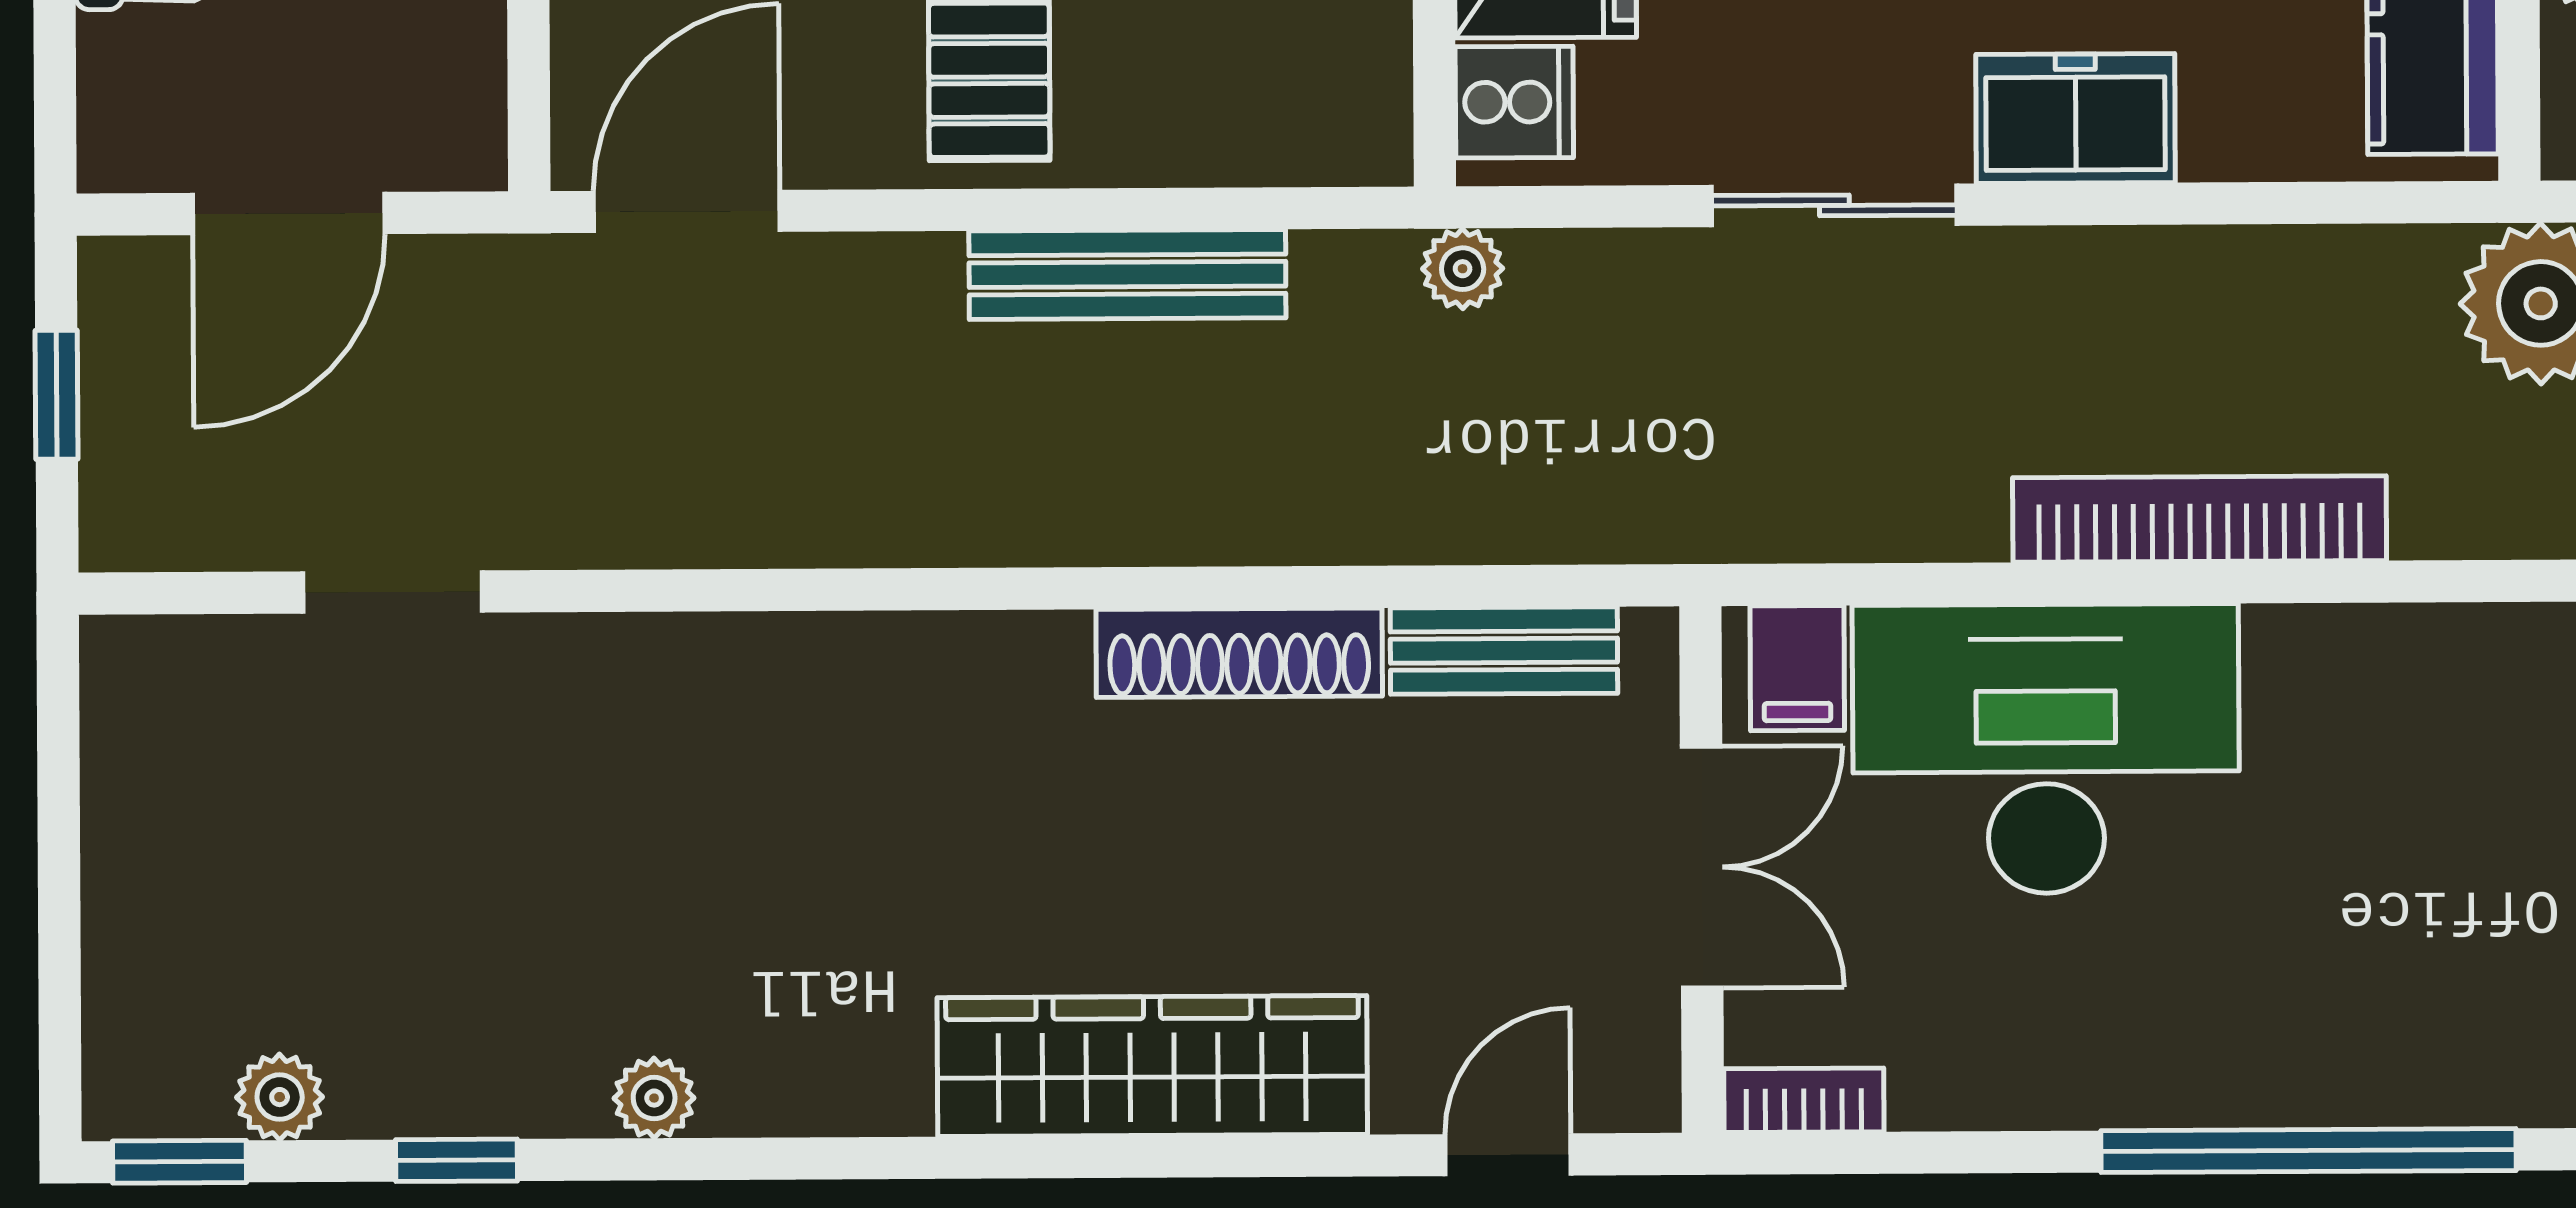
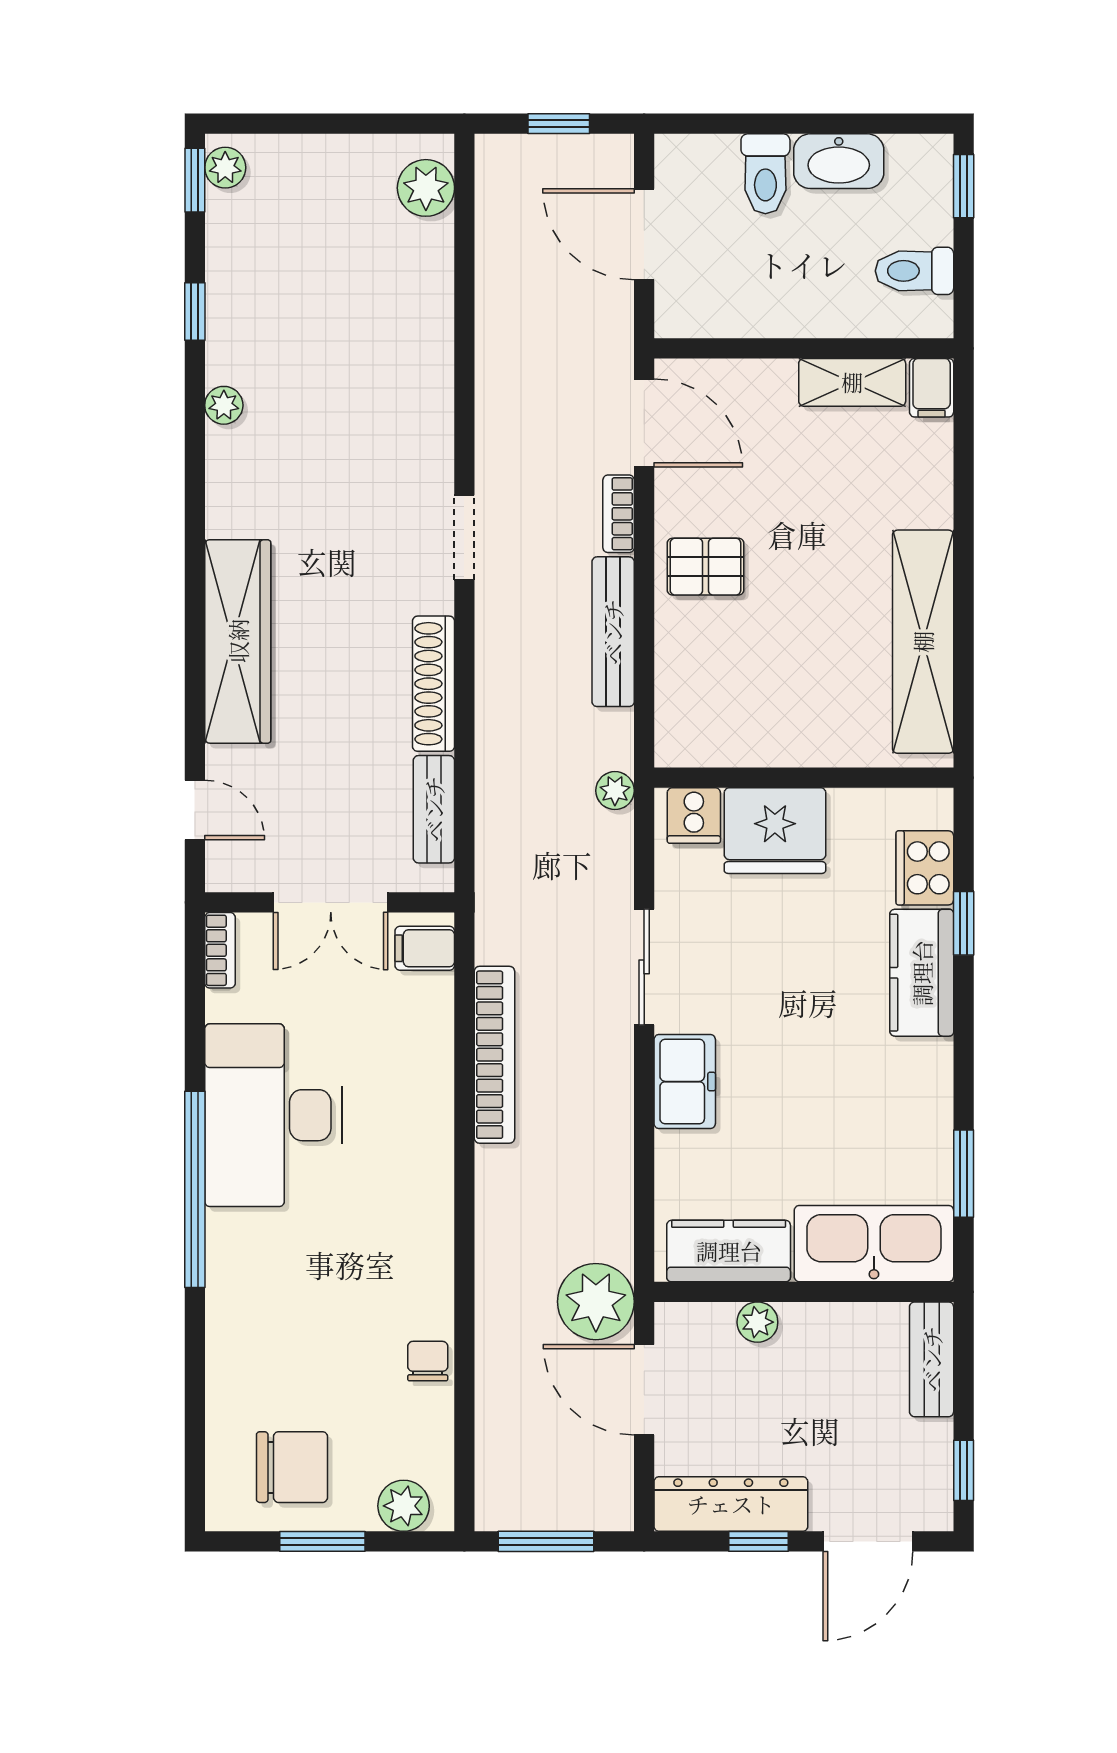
bookcase: (879, 264) -> (619, 514), added
bookcase: (2200, 519) -> (494, 1055), moved
doorway: (392, 592) -> (464, 538), moved
plant: (193, 674) -> (426, 188), added
desk: (2046, 749) -> (273, 1115), moved, turned 180
plant: (280, 1097) -> (225, 168), moved

